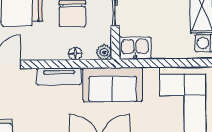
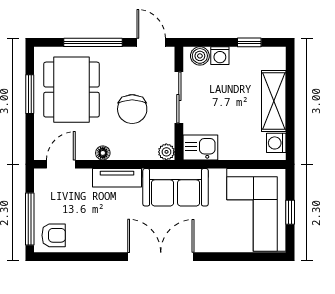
floor lamp: (75, 54) -> (103, 153), moved

